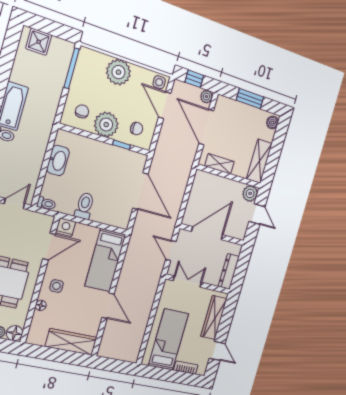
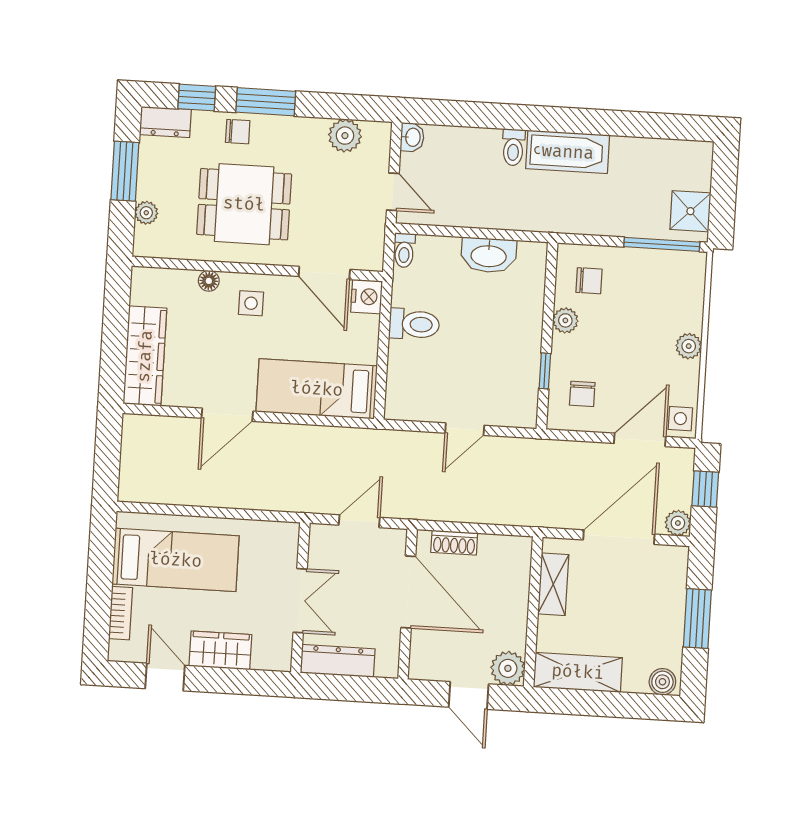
shower: (39, 42) -> (690, 211), moved
plant: (118, 72) -> (689, 346), width x0.53, depth x0.53
plant: (106, 125) -> (565, 320), width x0.53, depth x0.53
door: (140, 191) -> (465, 429), width x0.53
shoe rack: (191, 207) -> (454, 543), added
door: (257, 214) -> (469, 696), hinge flipped
double door: (187, 282) -> (300, 601), moved
wardrobe: (214, 317) -> (220, 650), width x0.67
floor lamp: (15, 333) -> (148, 242), removed
door: (217, 351) -> (165, 677), swing flipped

